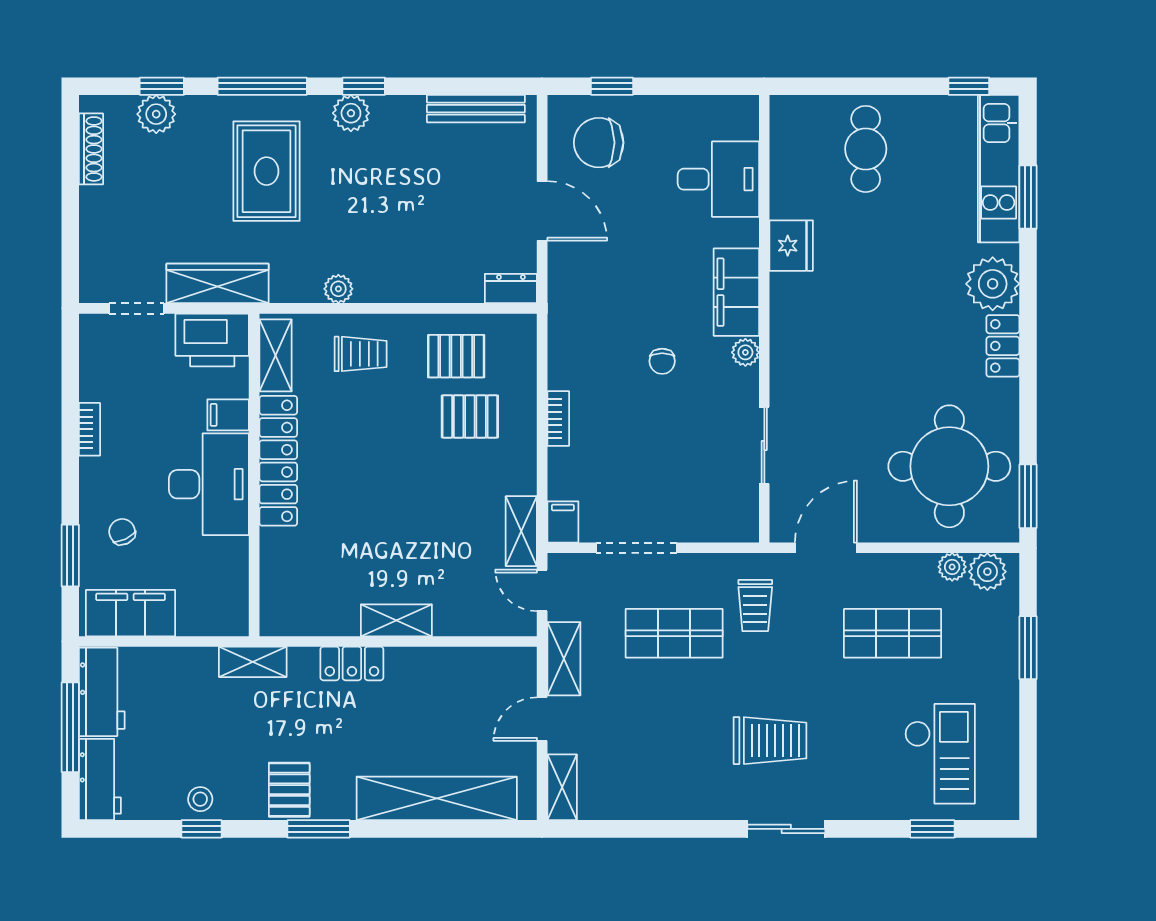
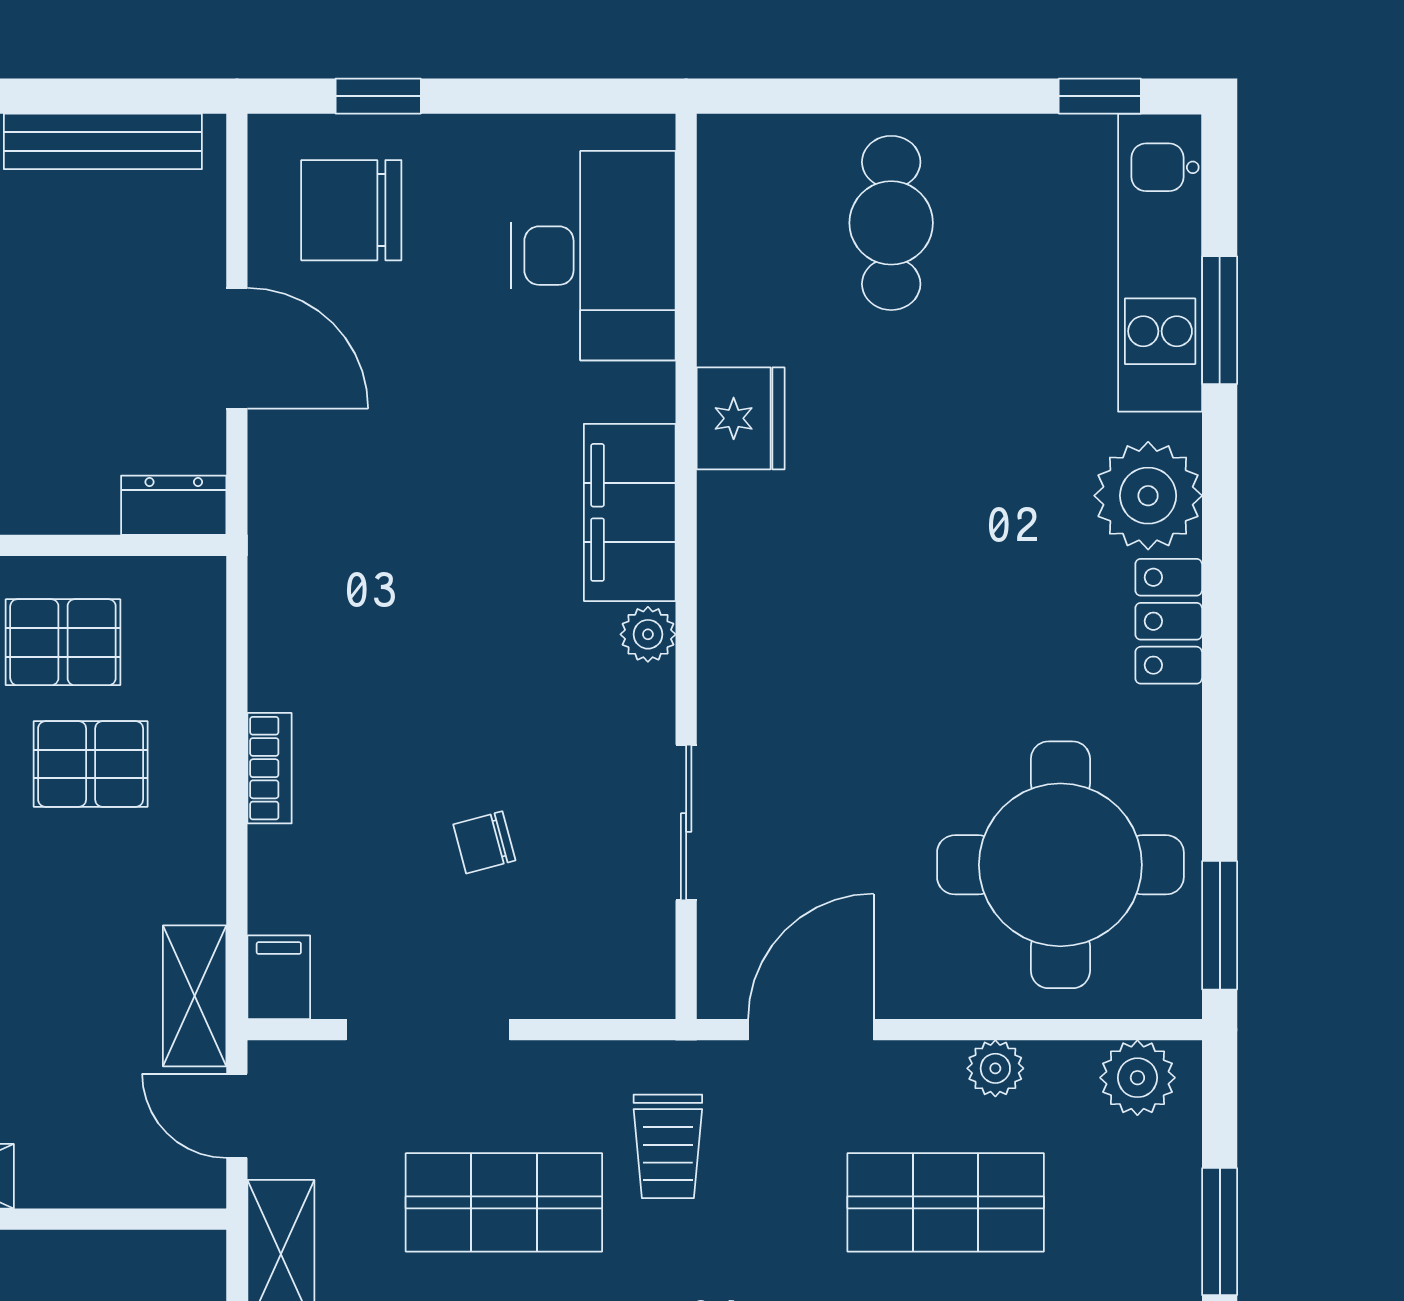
desk: (718, 179) -> (593, 256), width x1.37
chair: (662, 361) -> (484, 842), moved, turned 75
plant: (952, 567) -> (995, 1068), moved

